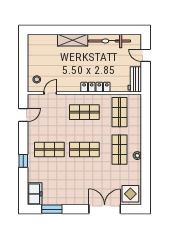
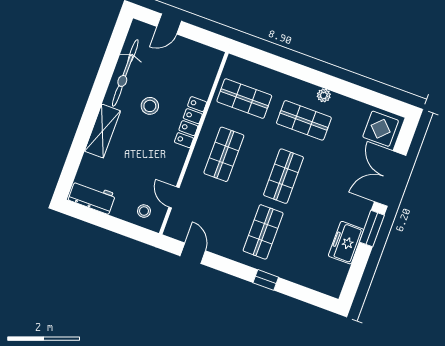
stool: (96, 61) -> (150, 106), added
workbench: (135, 79) -> (92, 197), moved, turned 180
freezer: (35, 194) -> (346, 243), moved, turned -90
window: (52, 209) -> (372, 229), moved

